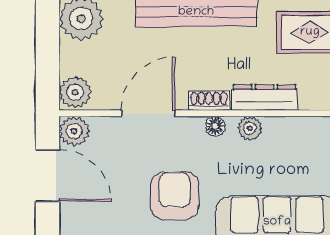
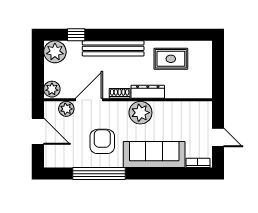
floor lamp: (215, 126) -> (123, 106), removed
plant: (250, 128) -> (140, 113), width x1.88, depth x1.88
plant: (74, 131) -> (66, 109), moved

